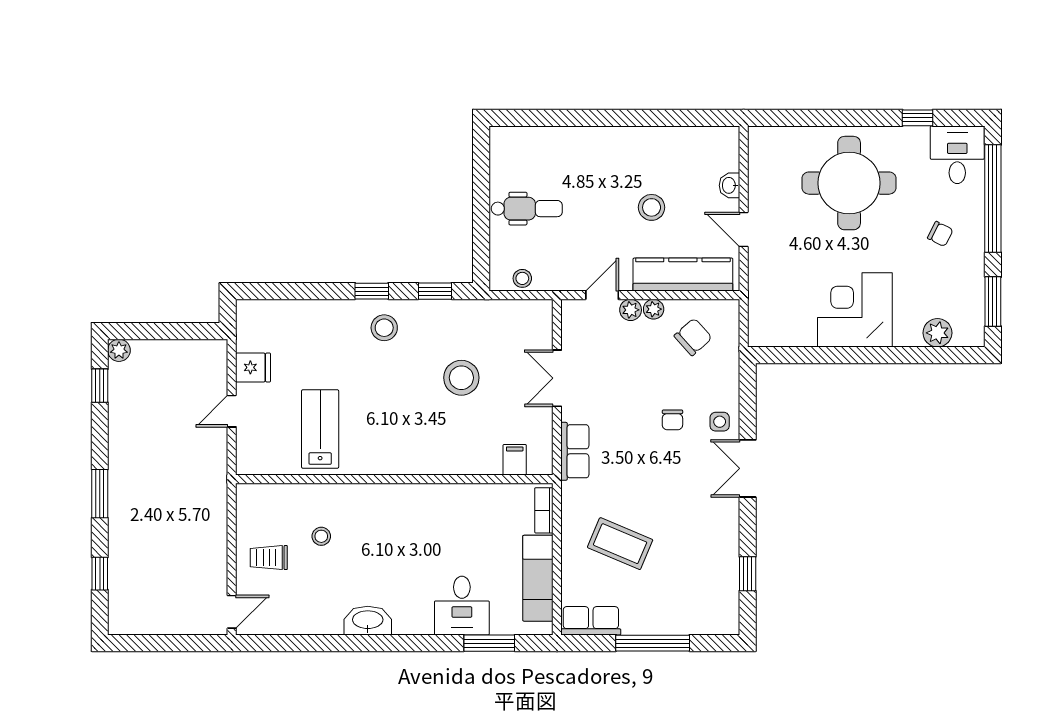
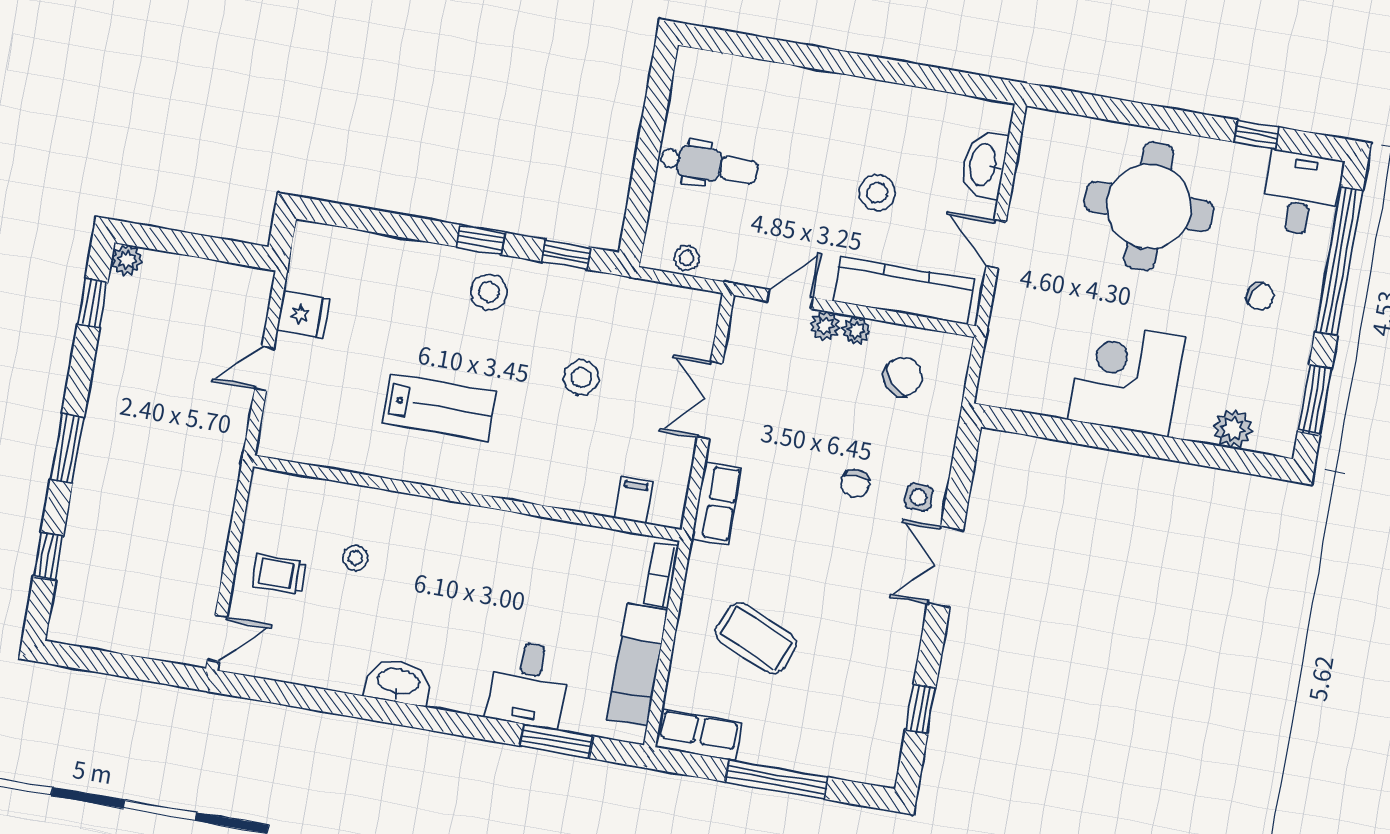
washbasin: (729, 185) -> (984, 165), width x1.91, depth x1.45
stool: (461, 378) -> (581, 377), width x0.73, depth x0.73
lab bench: (320, 429) -> (439, 407), moved, turned 90

